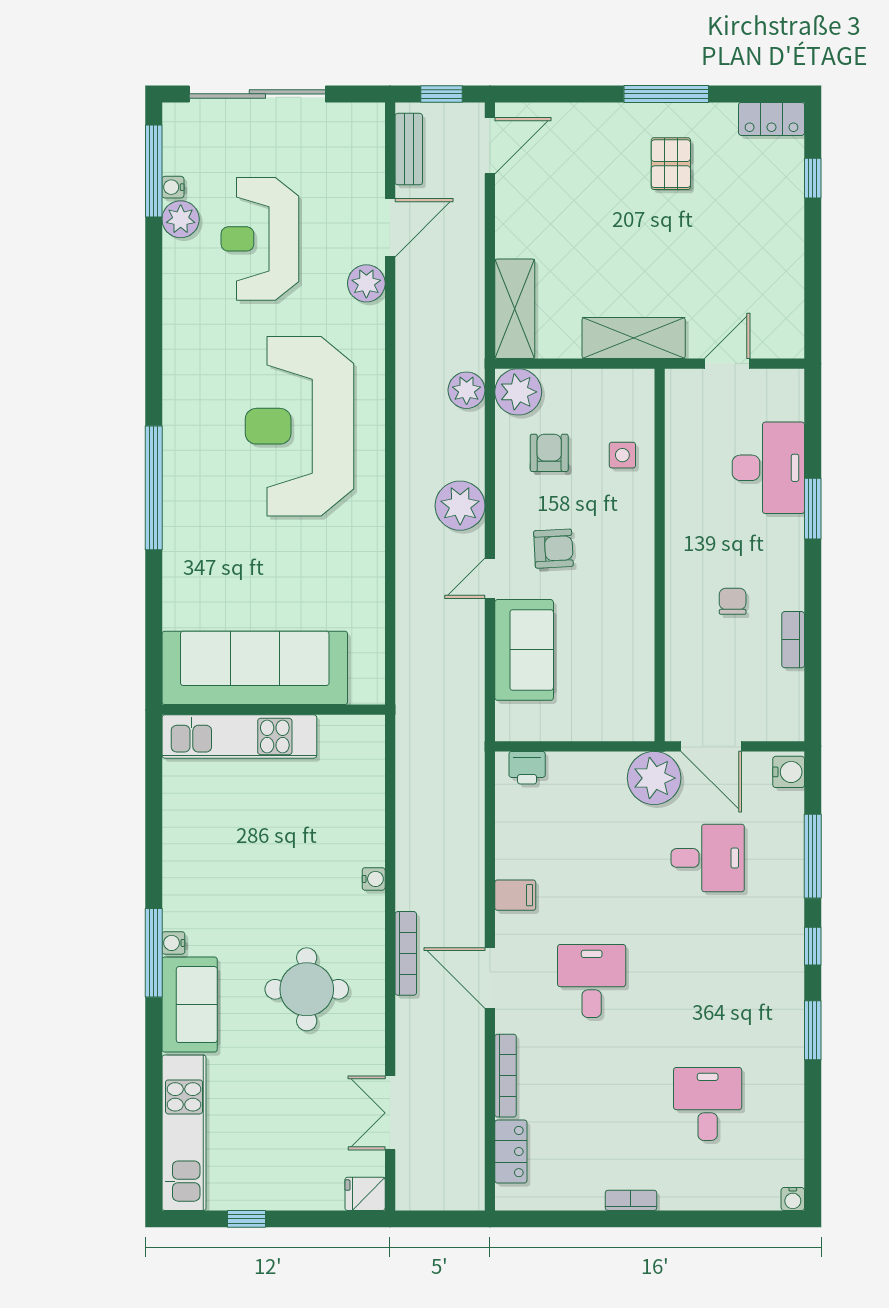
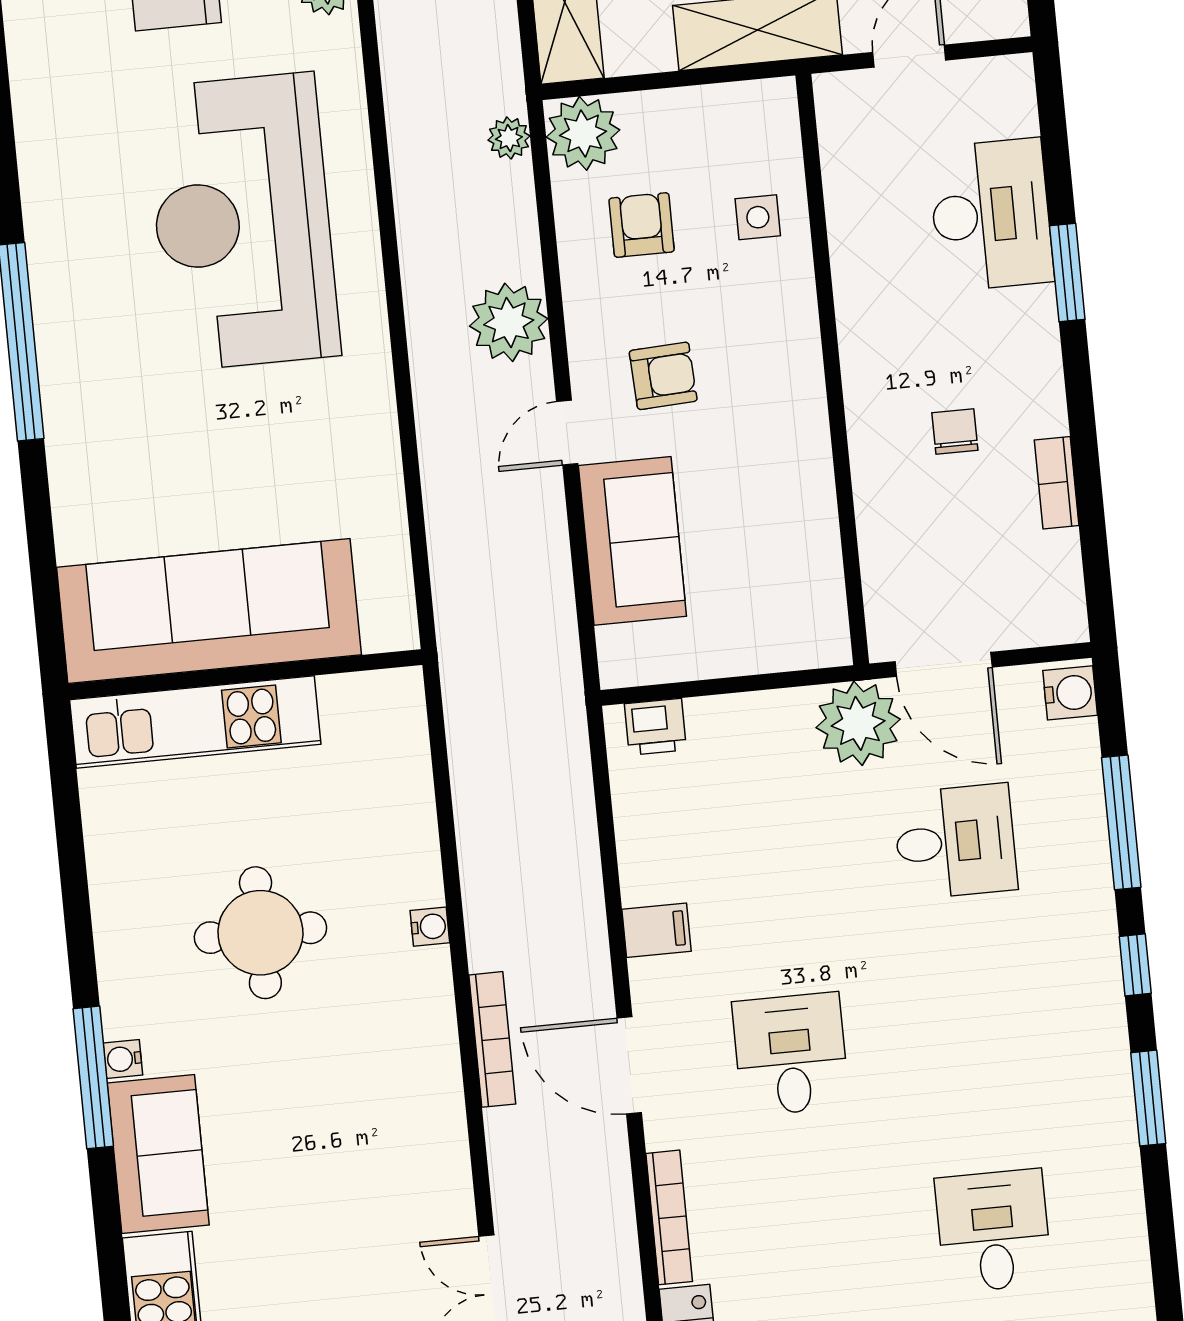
plant: (467, 390) -> (509, 138), width x0.73, depth x0.73
round table: (307, 989) -> (260, 933), moved

